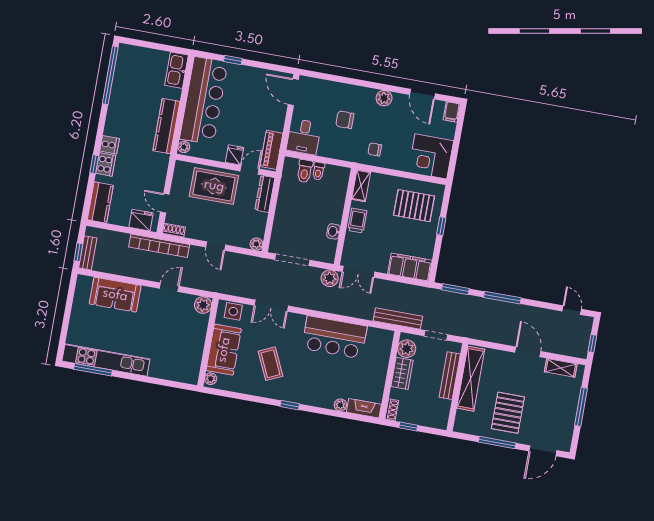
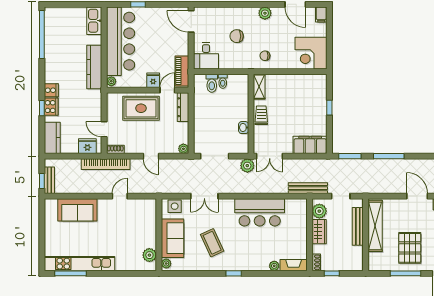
pallet: (414, 206) -> (305, 95), removed
plant: (203, 305) -> (149, 255), moved

